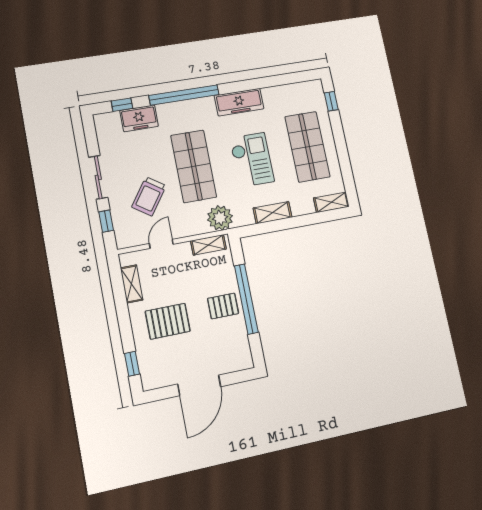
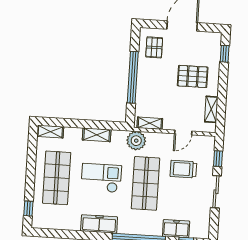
checkout: (252, 160) -> (101, 178), turned 90
trolley: (149, 196) -> (183, 169), turned -125
pallet: (223, 306) -> (154, 47), moved, turned 90

